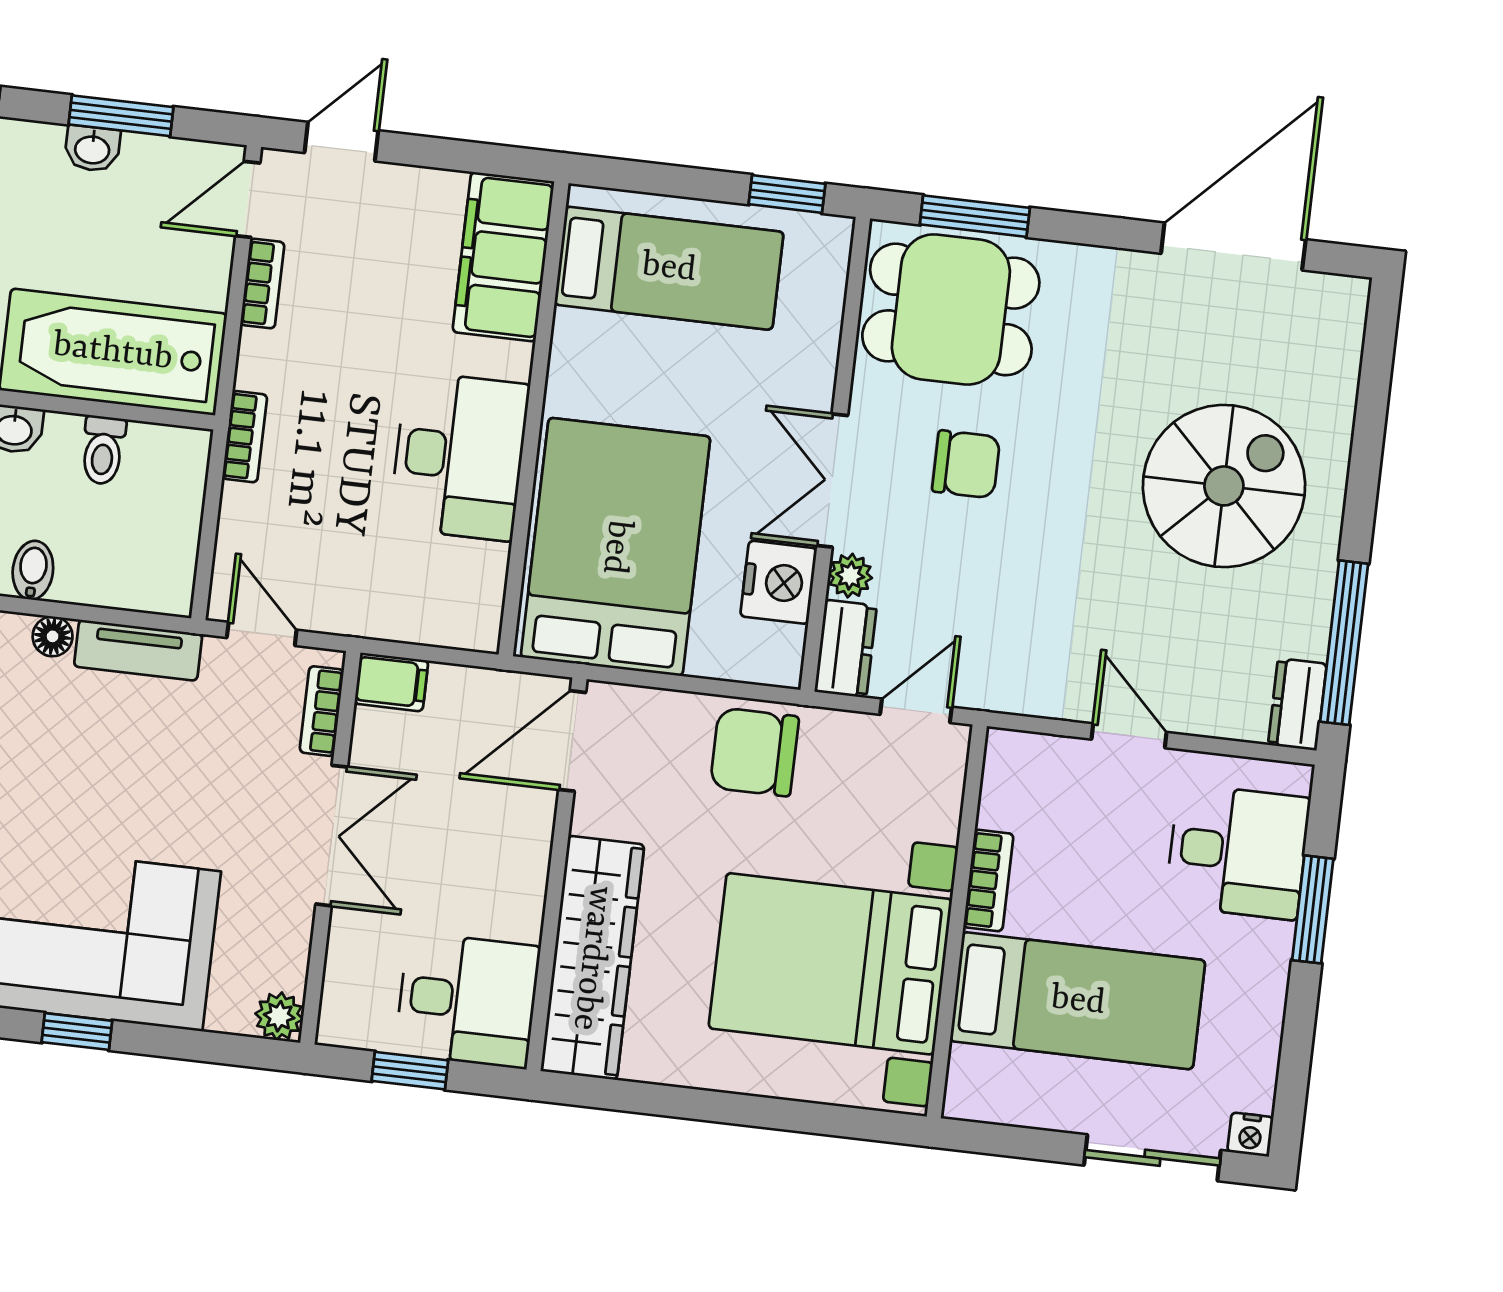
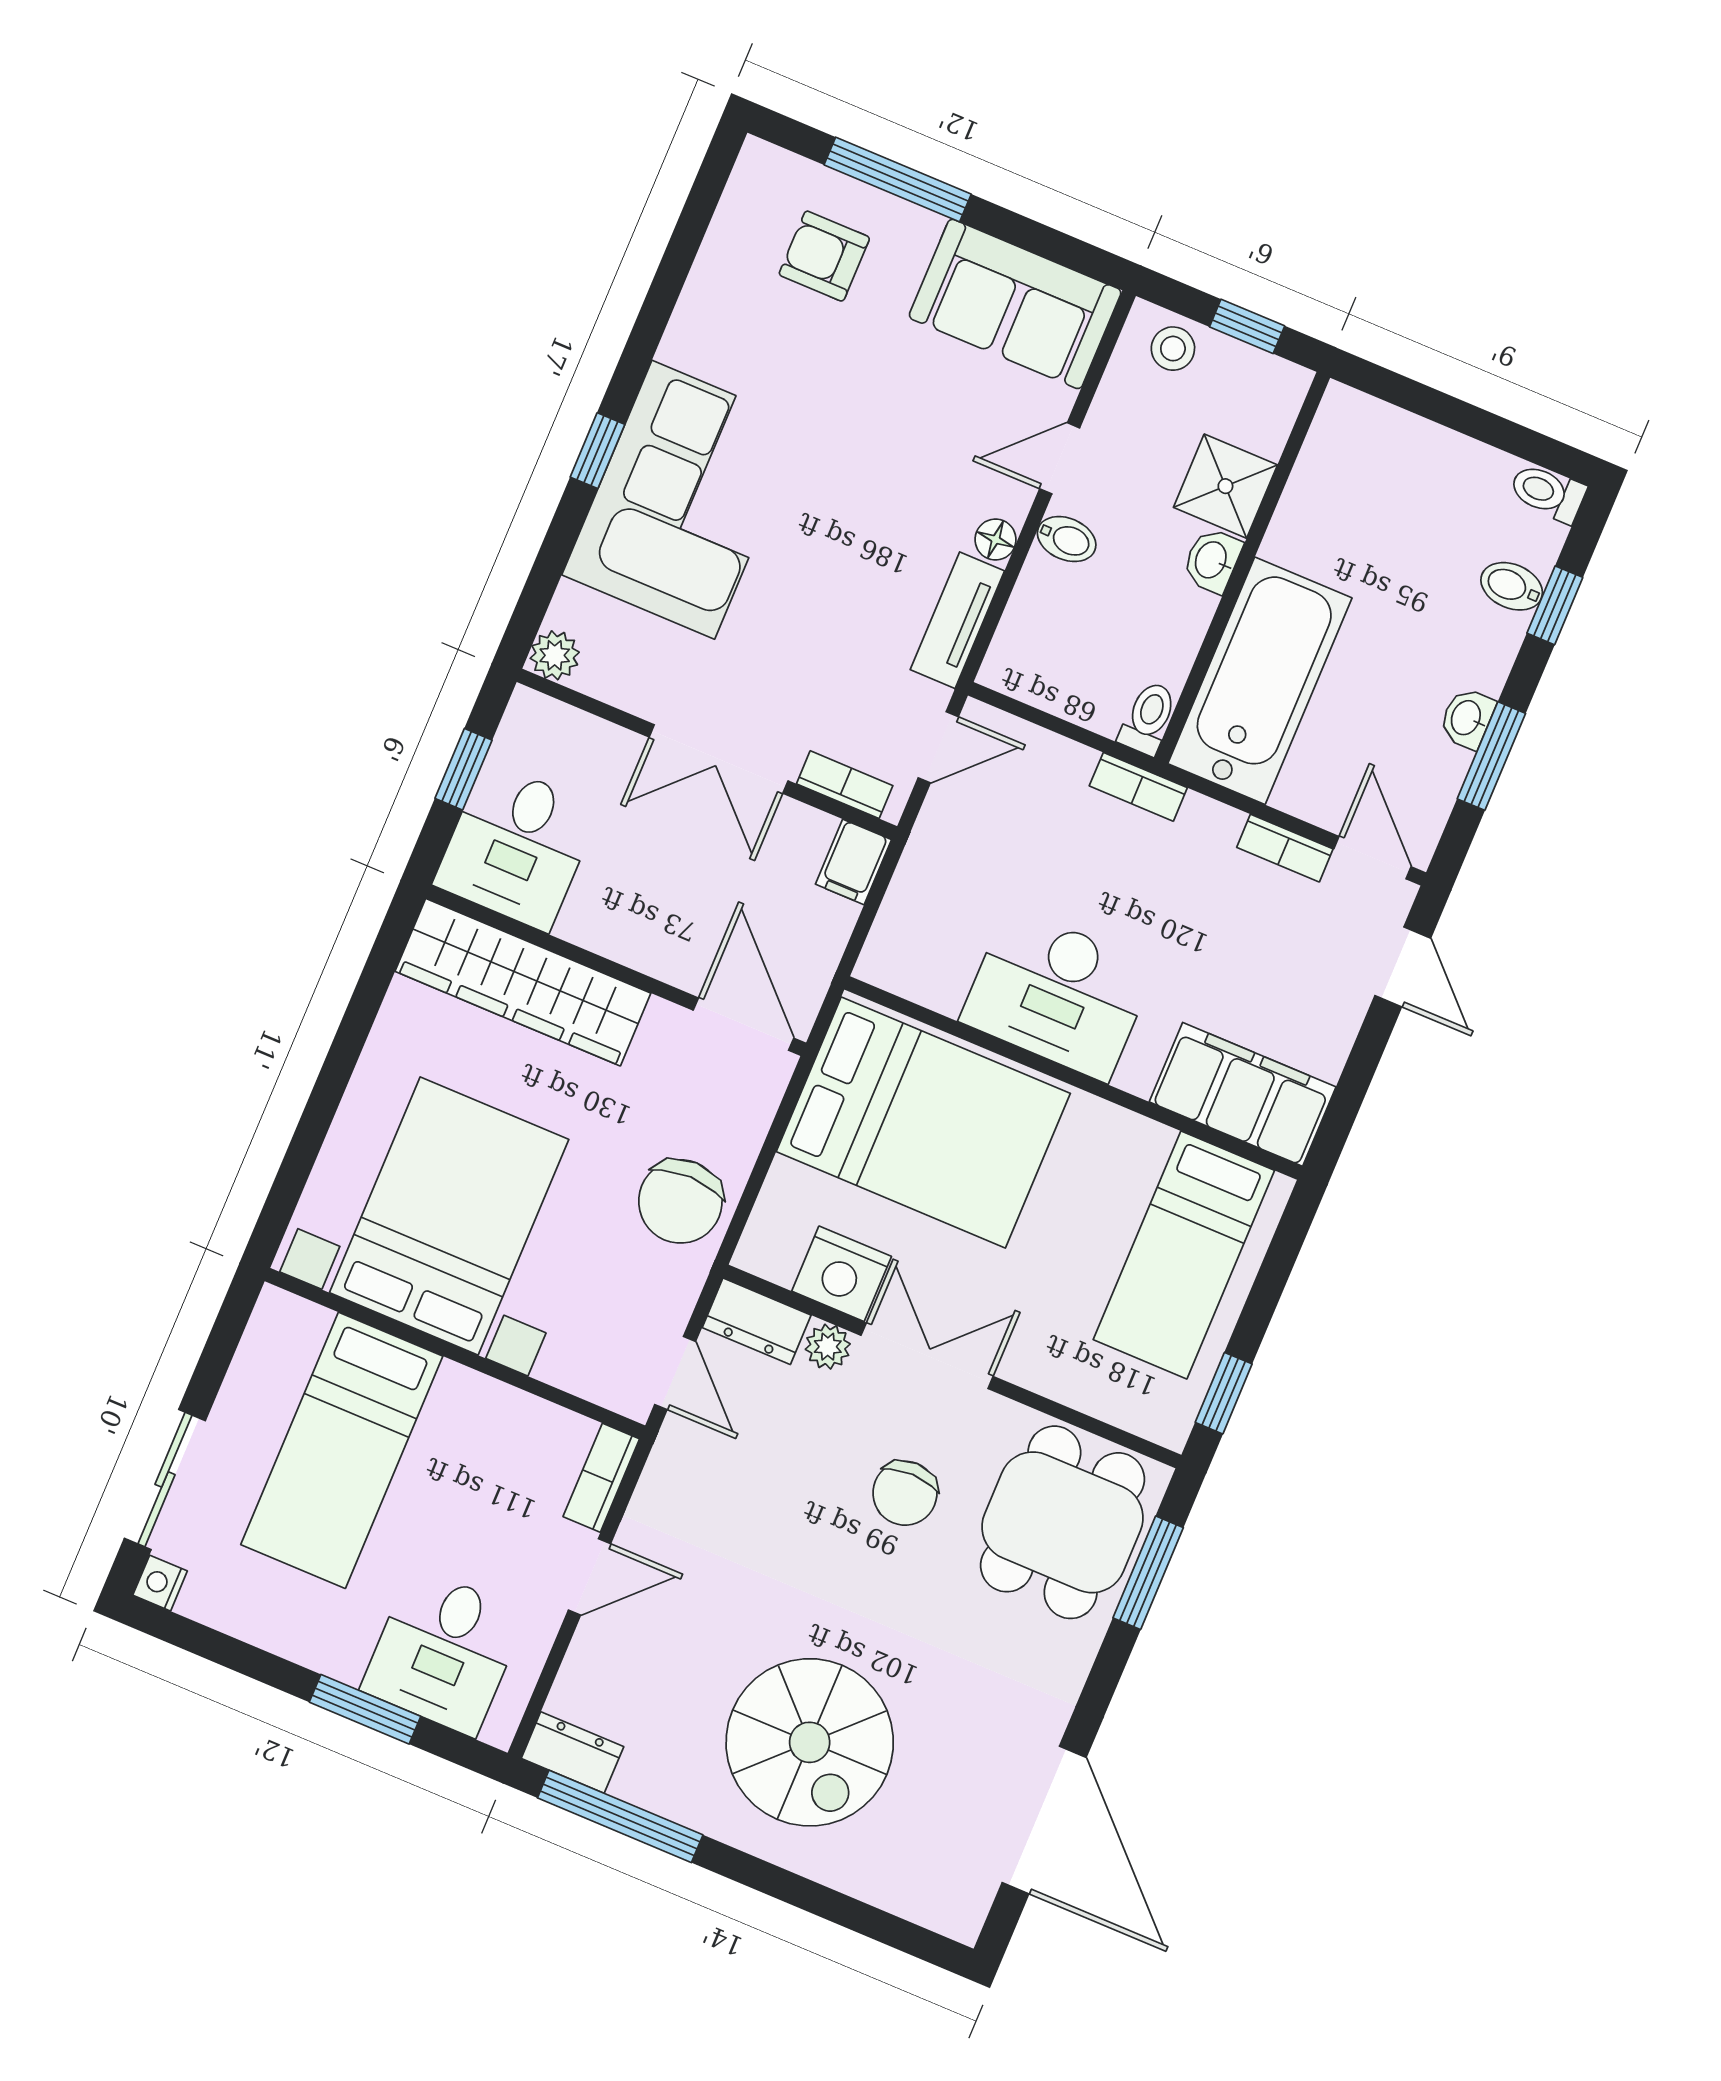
toilet: (103, 450) -> (1148, 718), moved, turned 90
chair: (754, 752) -> (680, 1201), turned 180
bookcase: (988, 881) -> (601, 1478), moved, turned 90

